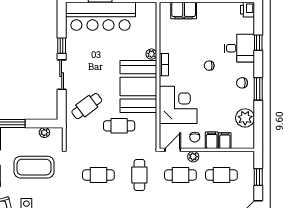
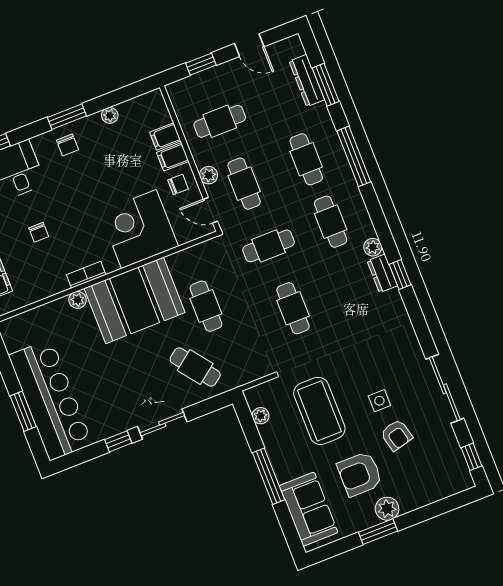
chair: (209, 66) -> (39, 232), moved
plant: (245, 118) -> (110, 115), width x0.53, depth x0.53
cafe table: (221, 175) -> (220, 121), turned 90

